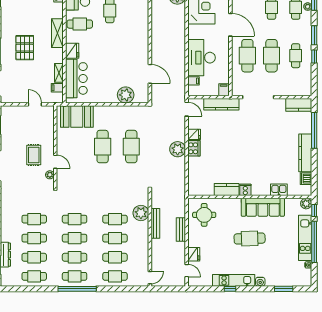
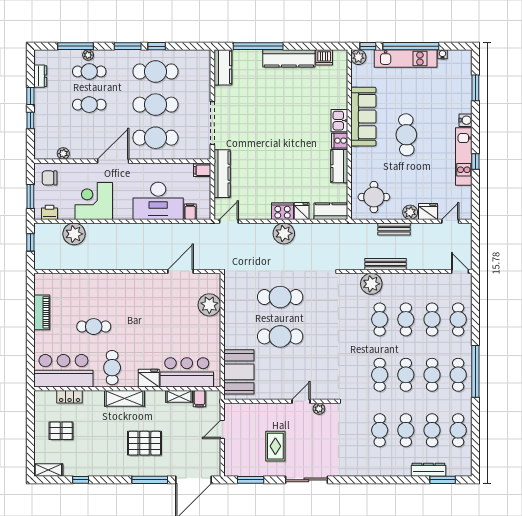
cafe table: (296, 56) -> (155, 71), width x1.37, depth x1.35
fridge: (194, 134) -> (302, 211), moved
rug: (34, 155) -> (275, 446), moved, turned 90
kitchen counter: (194, 183) -> (331, 211), added
kitchen sink: (279, 190) -> (339, 121), moved
plant: (193, 241) -> (410, 212), added

